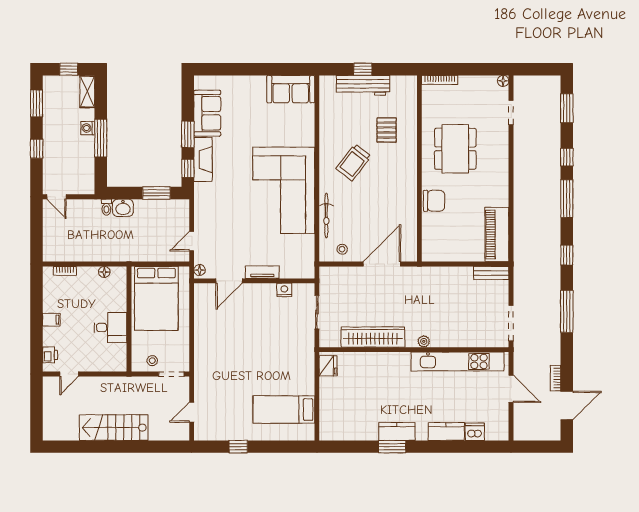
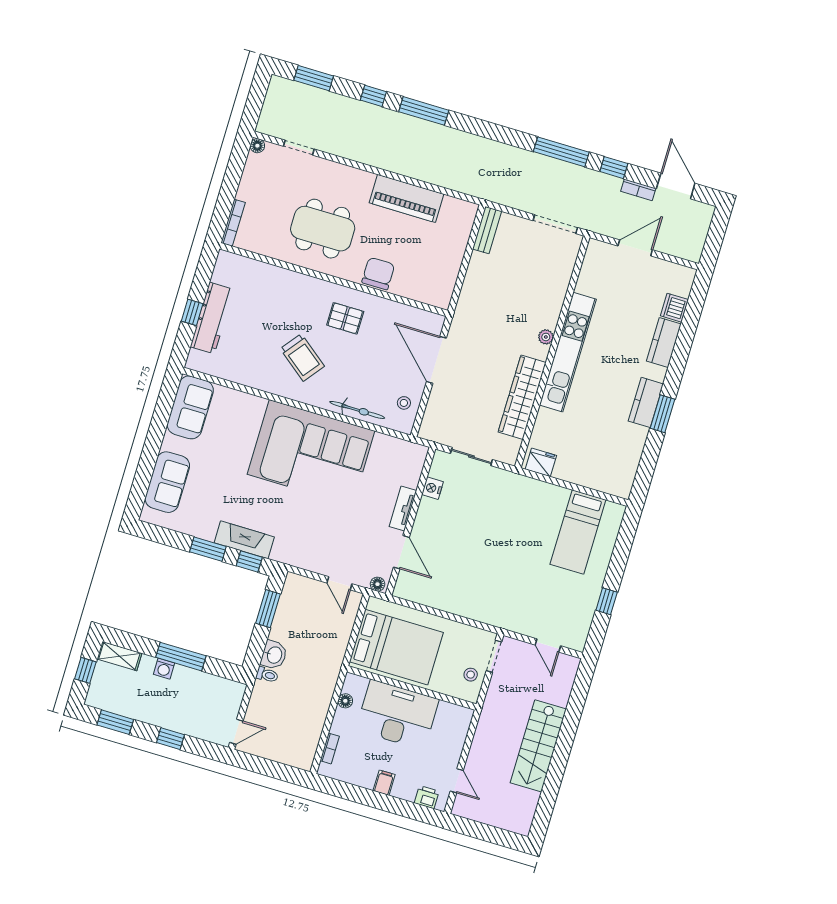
sofa: (207, 113) -> (167, 482), moved, turned 90
pallet: (387, 130) -> (345, 318), moved
piano: (497, 235) -> (407, 198), moved
window: (567, 255) -> (614, 168), moved
desk: (110, 328) -> (397, 715), width x1.87, depth x1.30
kitchen unit: (458, 361) -> (568, 352), moved

